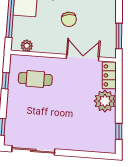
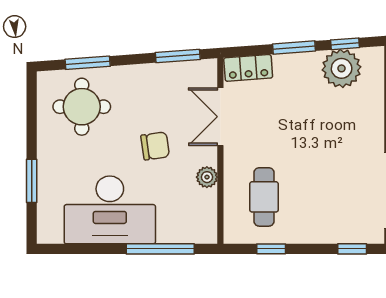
plant: (27, 46) -> (207, 177), moved
plant: (105, 101) -> (342, 68), moved
window: (119, 102) -> (294, 48), added

